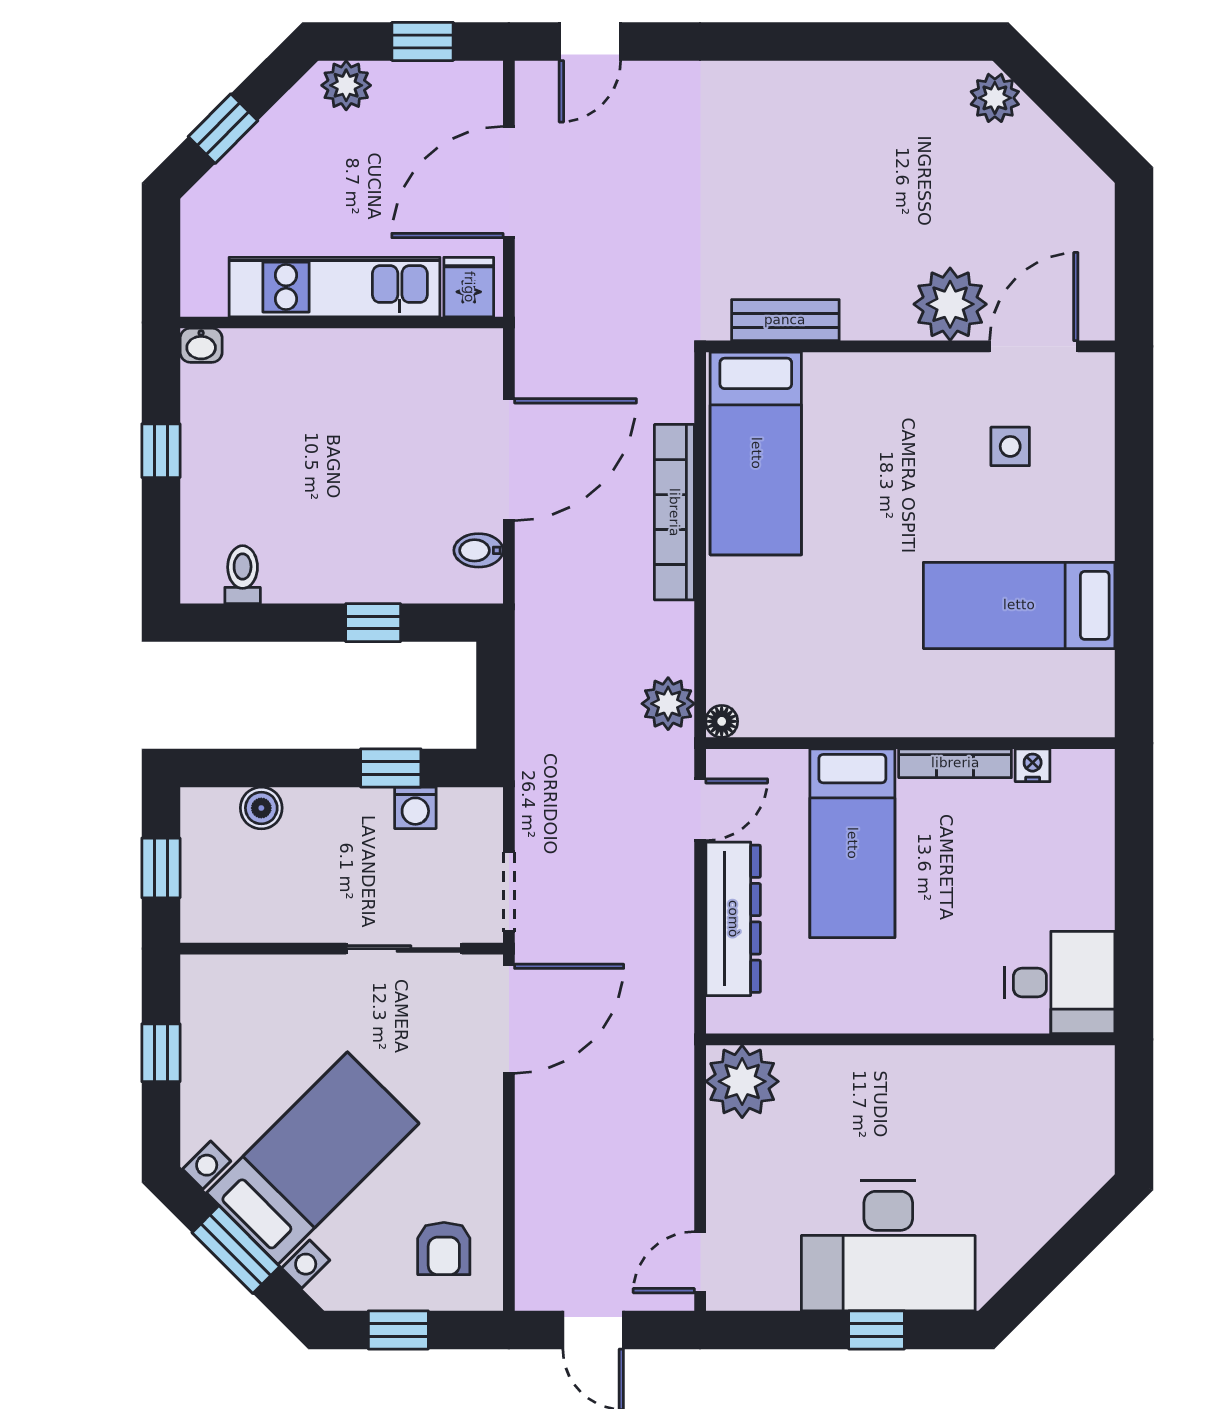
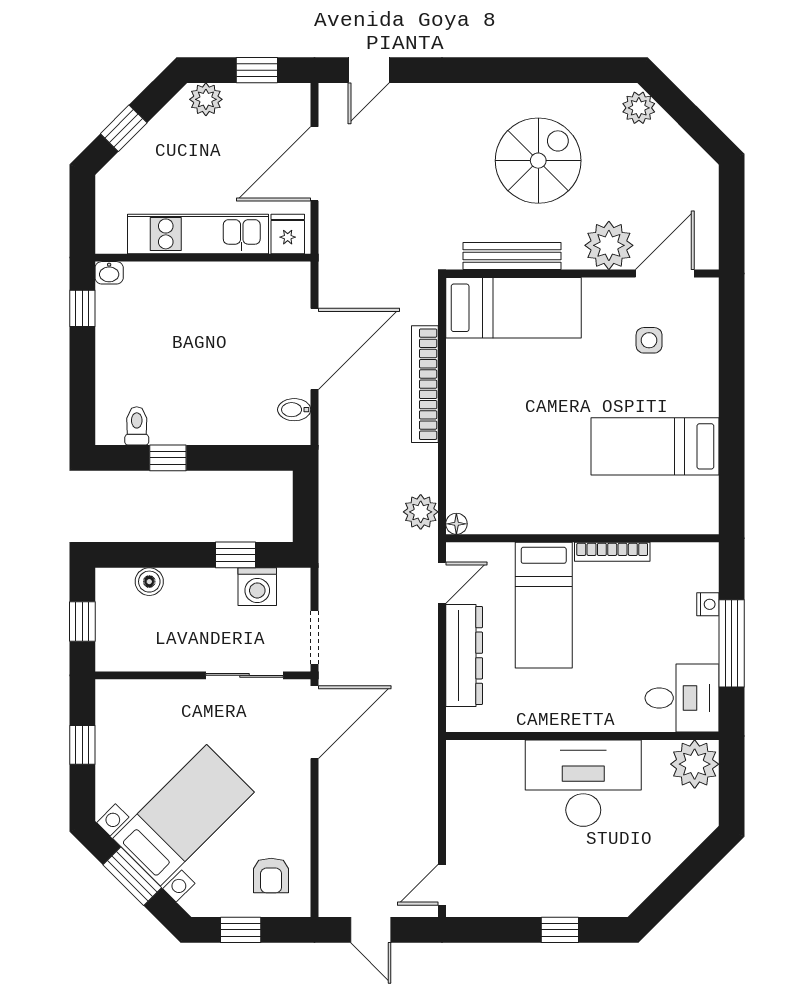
spiral stairs: (844, 177) -> (538, 161), added
bench: (785, 320) -> (512, 256), width x1.36
window: (161, 451) -> (82, 308), moved
bed: (756, 453) -> (513, 308), moved, turned -90
window: (373, 623) -> (168, 458), moved
nightstand: (1033, 765) -> (708, 604), moved, turned 90
washing machine: (415, 808) -> (257, 587), width x1.38, depth x1.38
window: (1134, 900) -> (732, 643), added
plant: (742, 1081) -> (695, 764), moved
desk: (888, 1246) -> (583, 783), moved, turned 180

